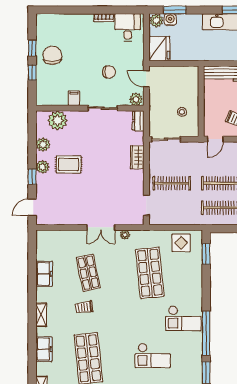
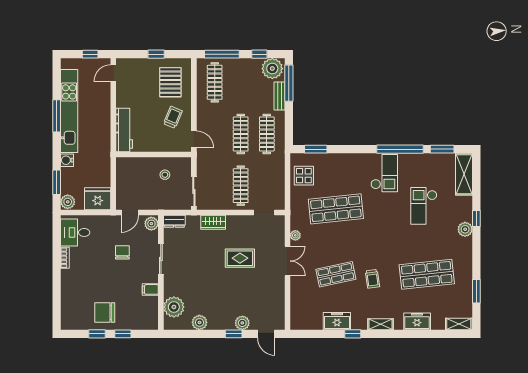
water cooler: (170, 20) -> (67, 160), moved
rug: (69, 164) -> (240, 258), moved, turned 90
plant: (43, 167) -> (242, 323), moved
window: (32, 289) -> (353, 334), added
checkout: (153, 356) -> (424, 206), turned 180

